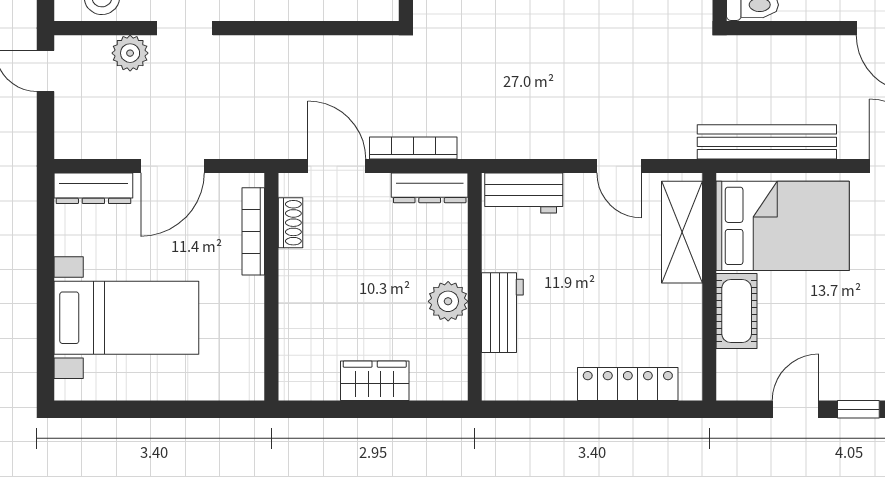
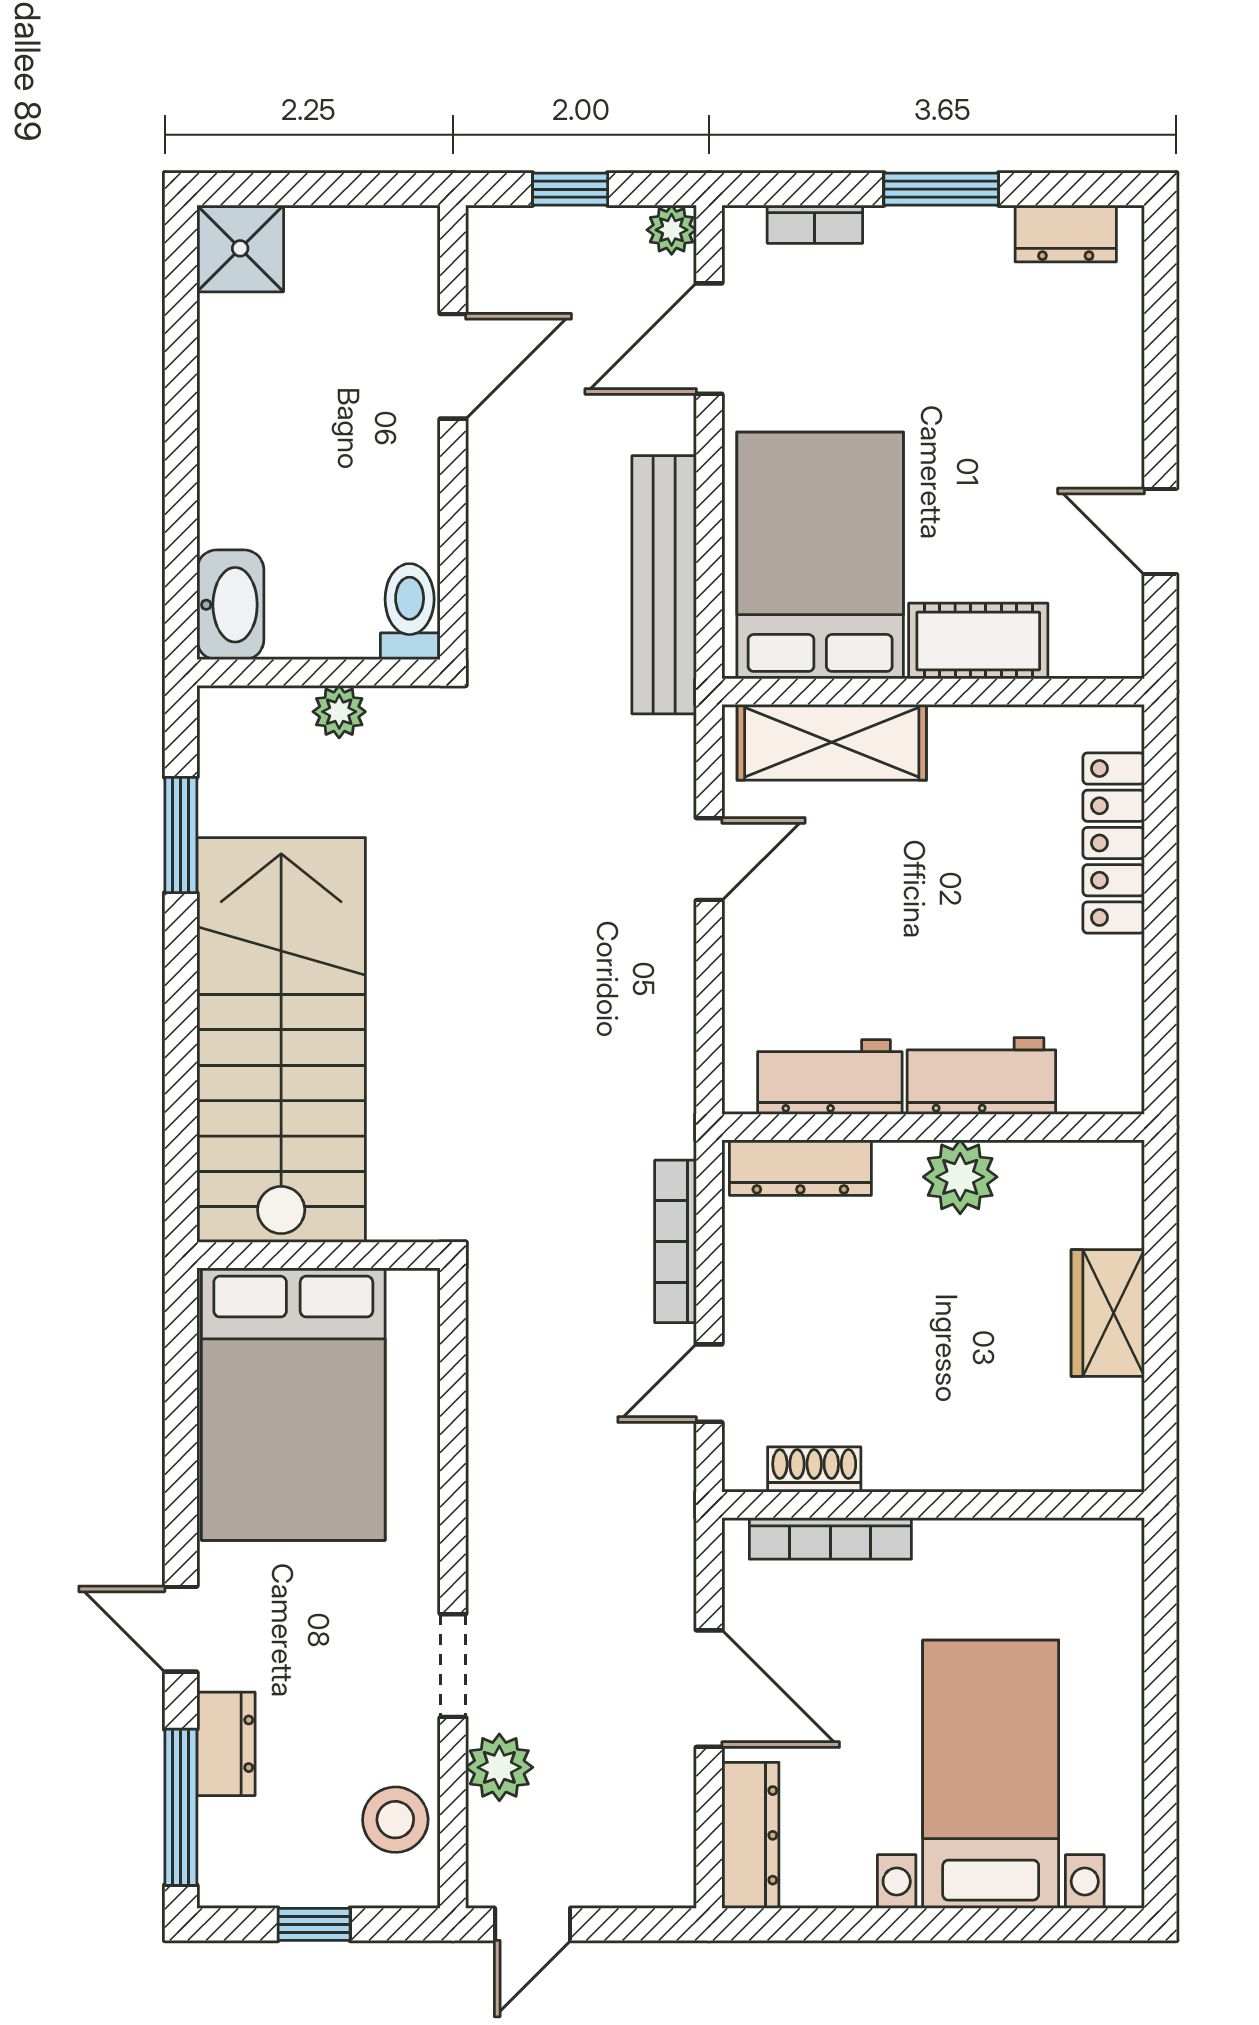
door: (337, 166) -> (709, 1383), width x0.73
dresser: (430, 188) -> (800, 1168), moved, turned 90
workbench: (524, 193) -> (830, 1077), moved, turned -90
window: (858, 409) -> (1160, 415), removed

